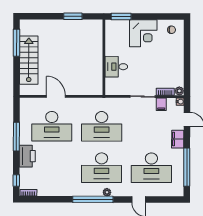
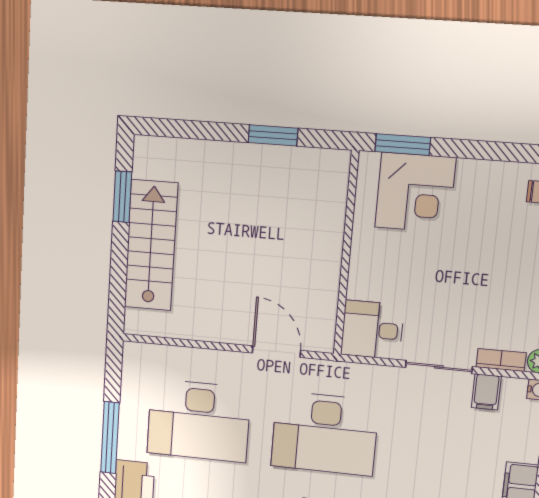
corner desk: (143, 33) -> (415, 193), moved
window: (17, 43) -> (122, 197), width x0.69
desk: (116, 67) -> (372, 330), moved
door: (56, 96) -> (276, 352), moved

